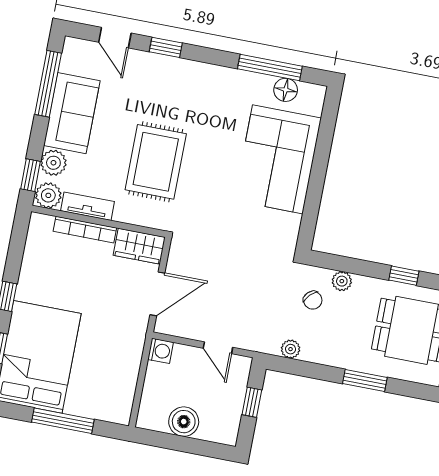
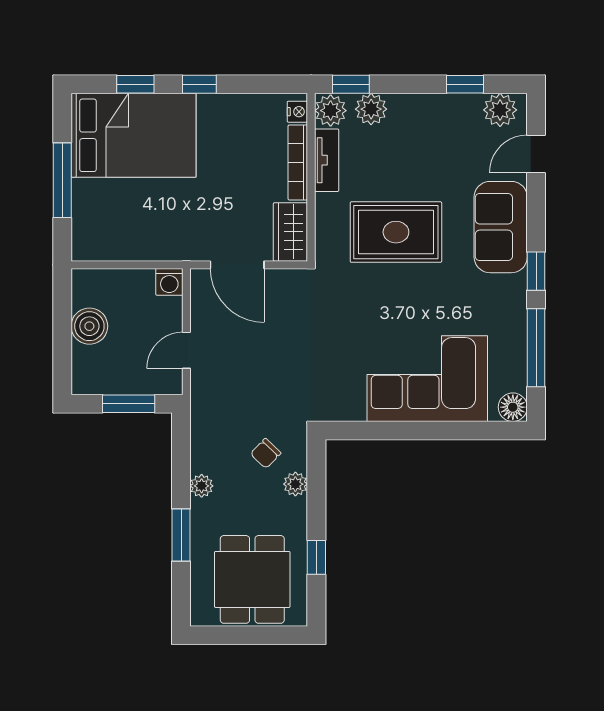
window: (166, 47) -> (536, 271), moved
plant: (74, 60) -> (500, 110), added
window: (48, 84) -> (465, 84), width x0.46
floor lamp: (286, 90) -> (513, 407), moved
sofa: (72, 113) -> (501, 227), moved, turned 90
nightstand: (44, 222) -> (297, 112), added
plant: (291, 349) -> (202, 486), moved
window: (252, 402) -> (129, 404), width x1.50

